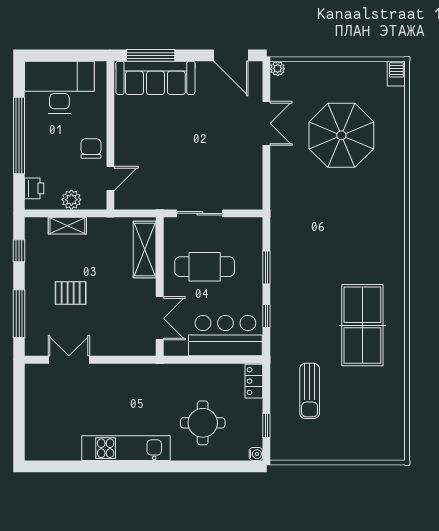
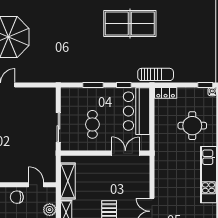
shelving: (145, 250) -> (68, 181), moved, turned 90
cafe table: (205, 267) -> (92, 124), width x0.73, depth x0.74
sun lounger: (310, 391) -> (156, 74), moved
window: (266, 425) -> (205, 85), moved

